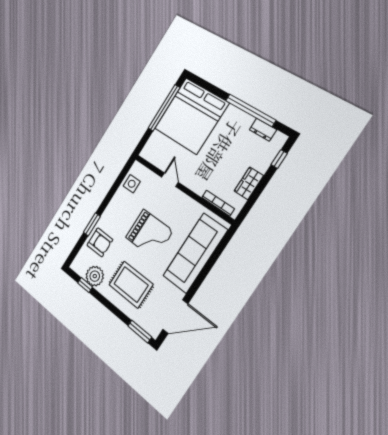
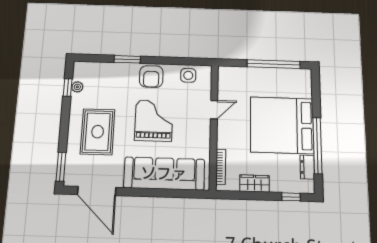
bed: (191, 116) -> (282, 125), moved
grand piano: (149, 234) -> (154, 121), turned 180
armchair: (100, 242) -> (151, 76), moved
plant: (95, 276) -> (77, 87), width x0.53, depth x0.53

